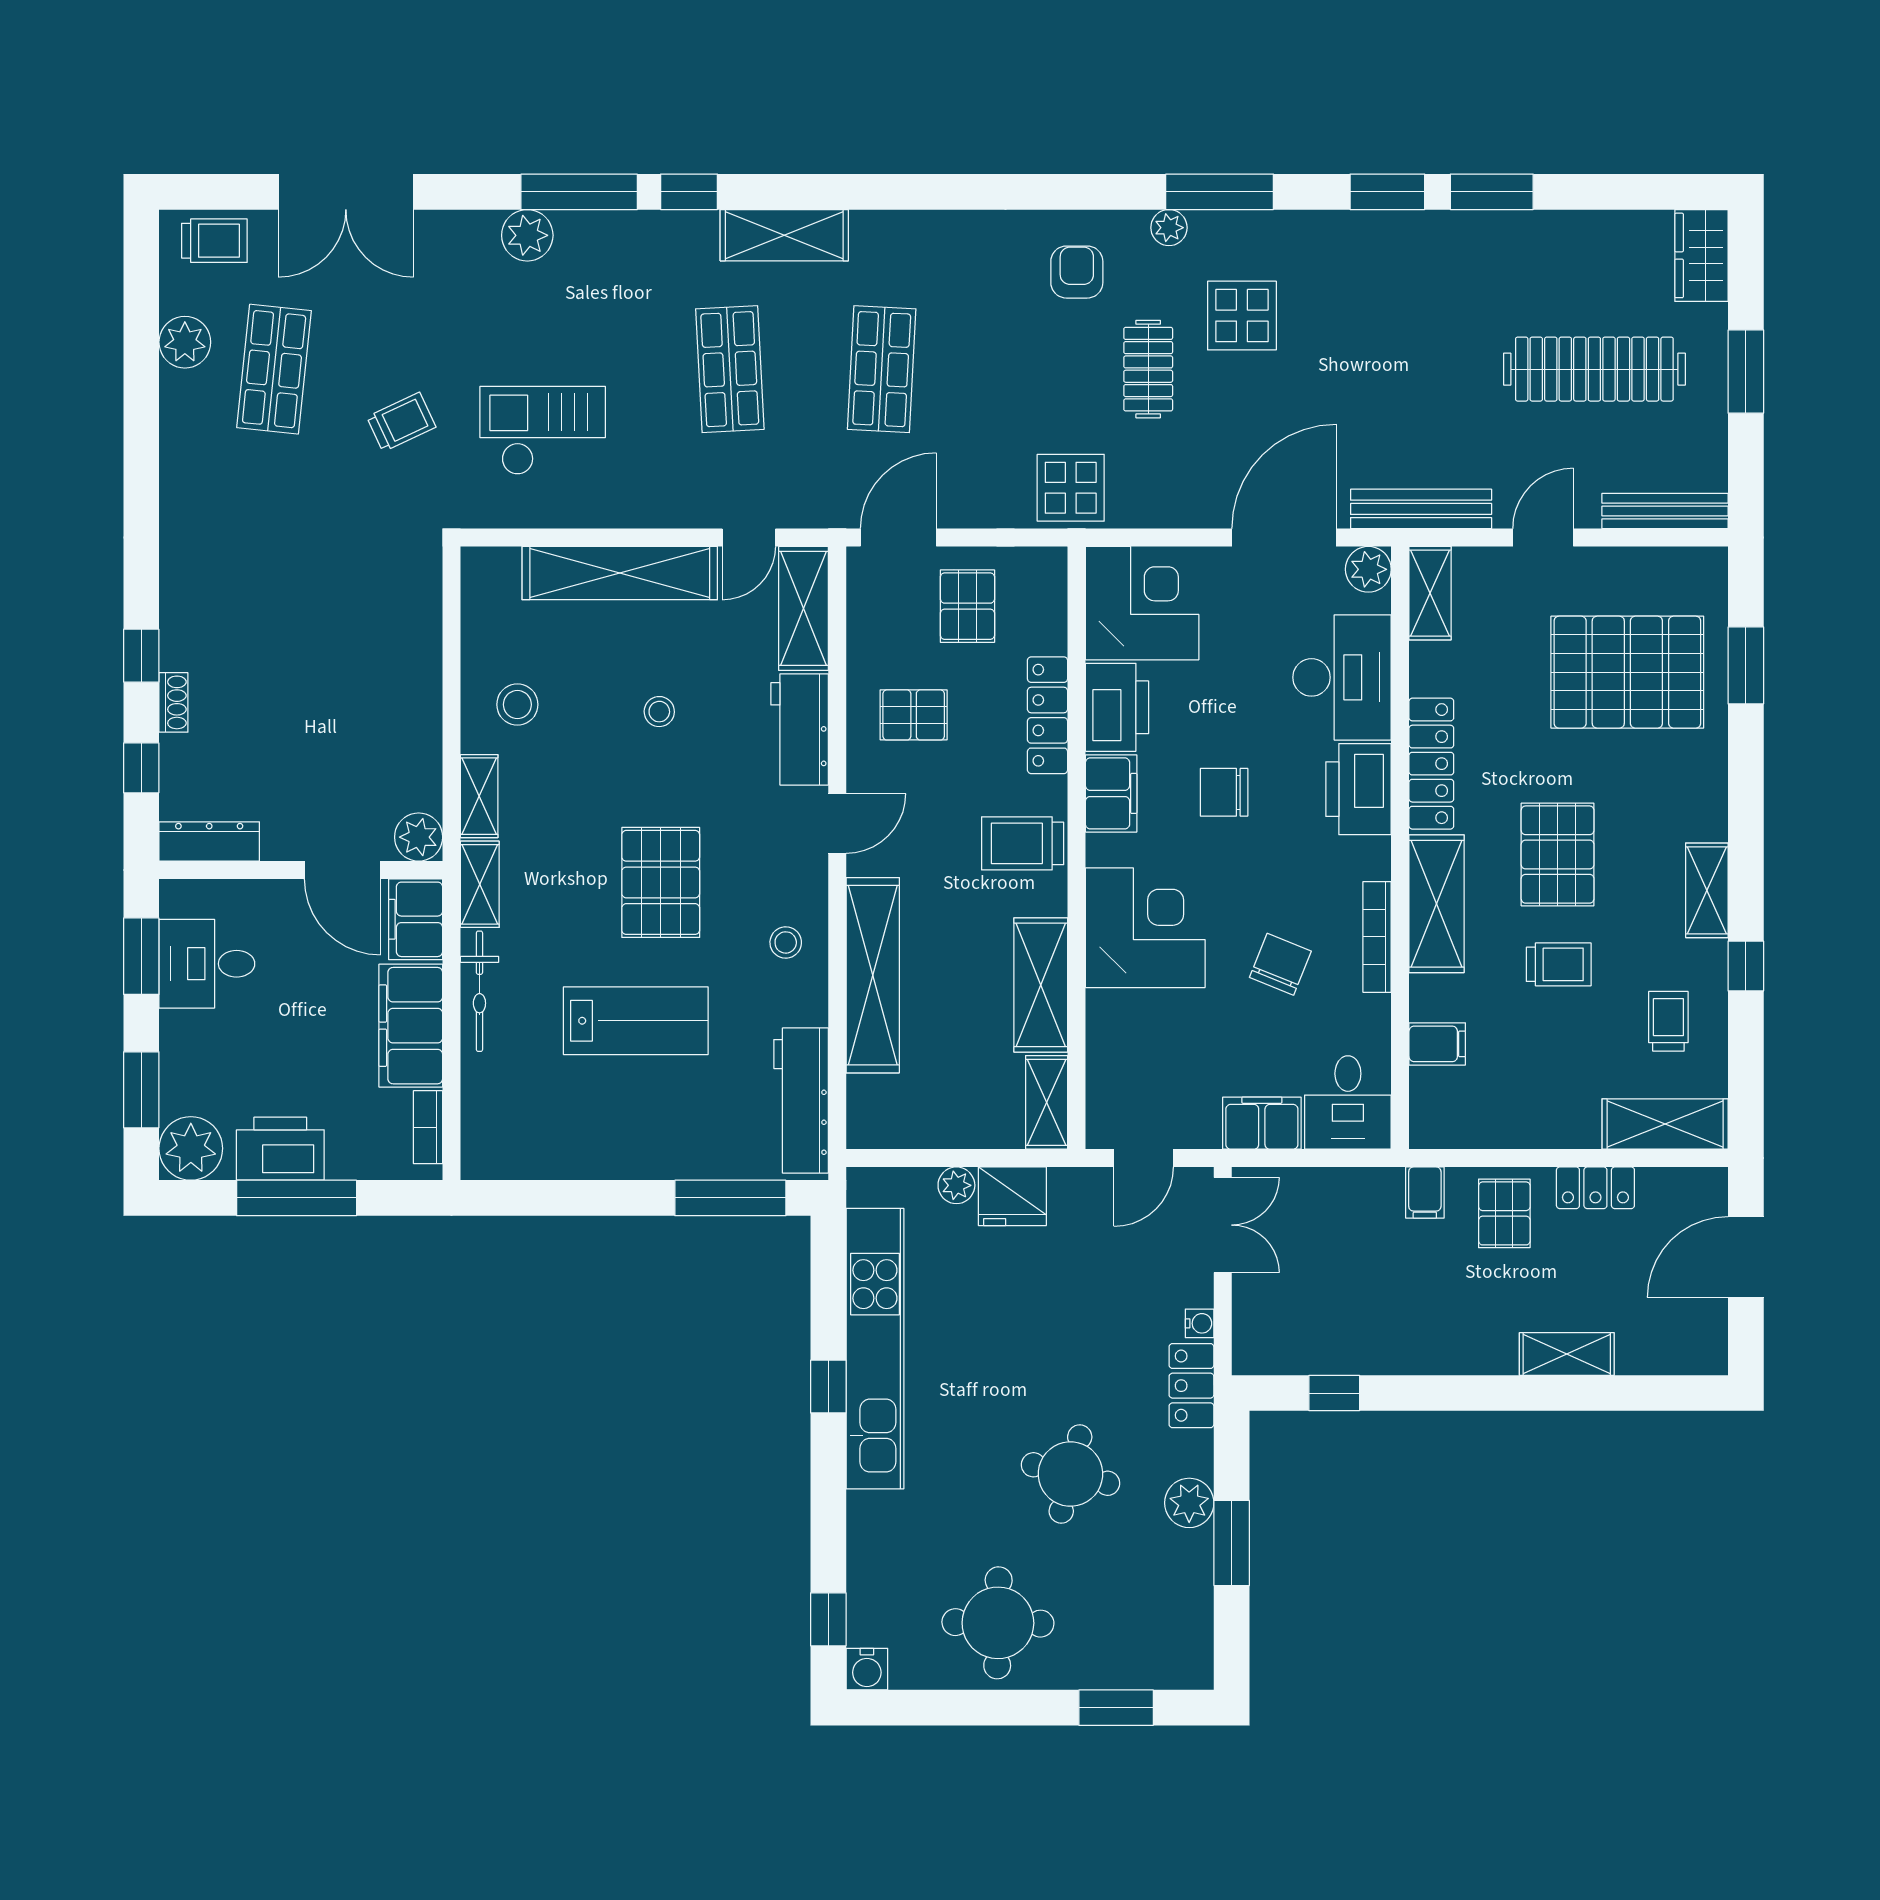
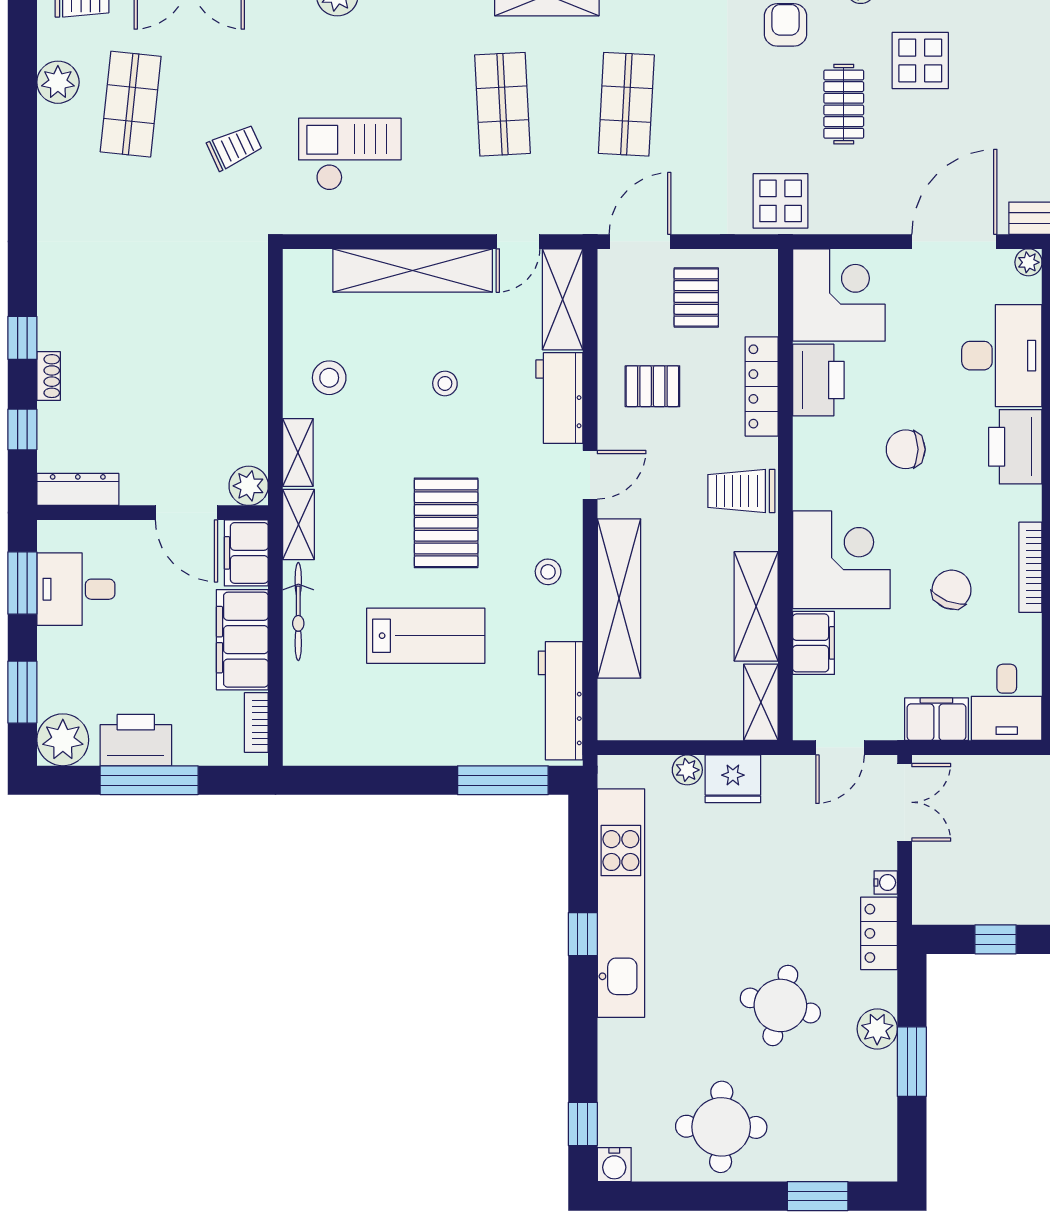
plant: (1368, 569) -> (1028, 262), width x0.73, depth x0.73
filing cabinet: (1111, 793) -> (814, 643), moved

